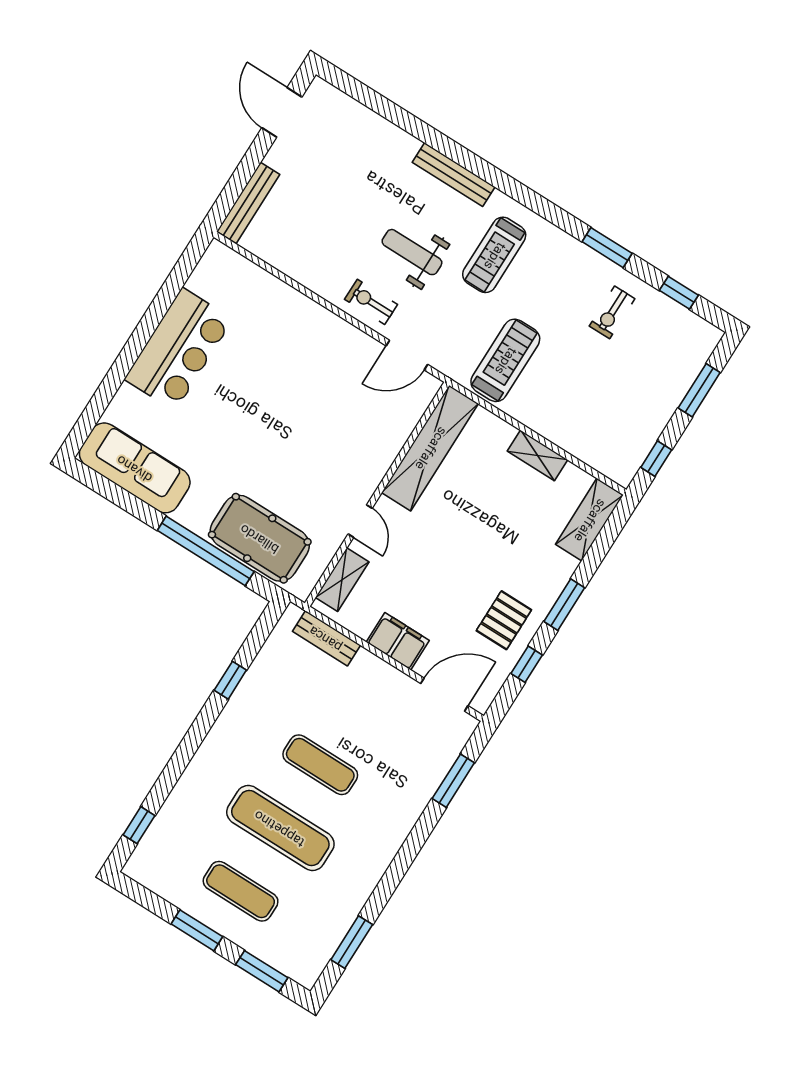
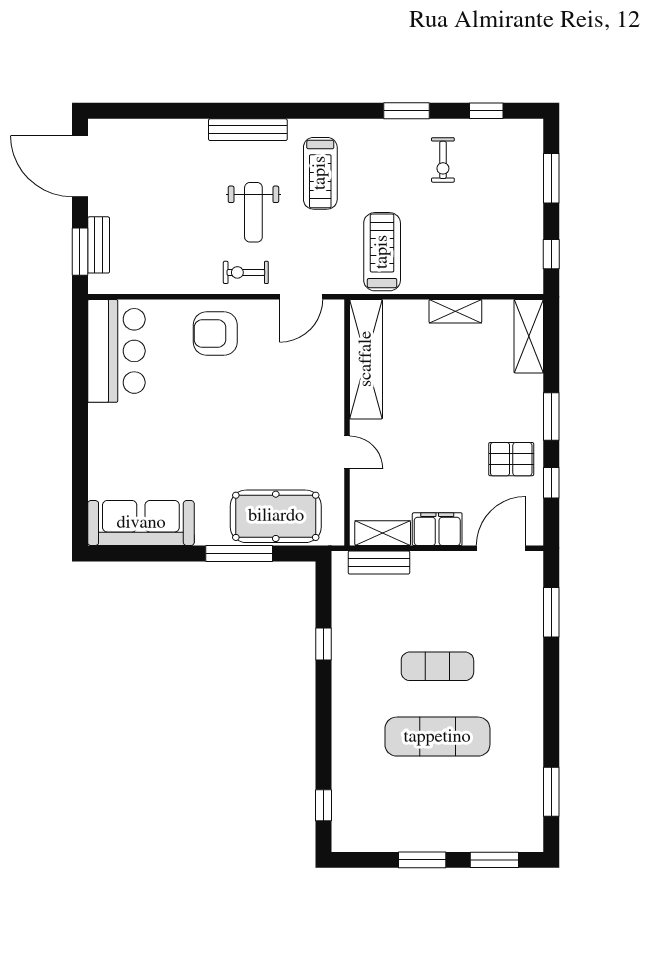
door: (282, 112) -> (80, 166), width x1.36
window: (234, 189) -> (80, 252), added
bench: (248, 203) -> (99, 245), width x0.73
weight bench: (412, 252) -> (253, 212), turned -90
armchair: (309, 339) -> (215, 333), added
bar counter: (179, 349) -> (116, 351), moved
window: (206, 551) -> (239, 553), width x0.68
shelving: (342, 580) -> (383, 533), moved, turned 90
pallet: (504, 620) -> (511, 459), turned 90
exercise mat: (241, 891) -> (437, 807), removed

